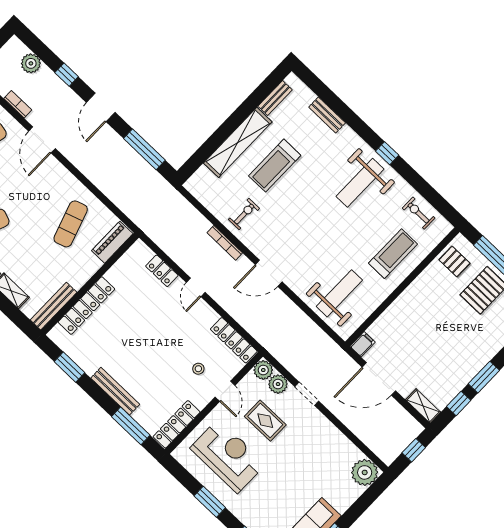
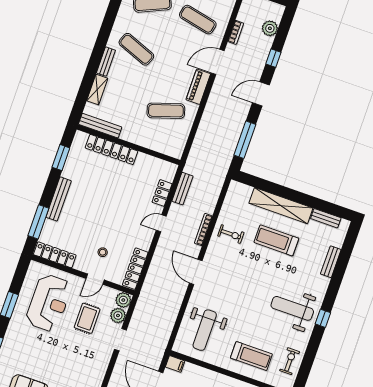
piano: (112, 242) -> (198, 87), moved, turned -90
bench: (167, 245) -> (182, 189), added
weight bench: (339, 293) -> (205, 330), turned 90

